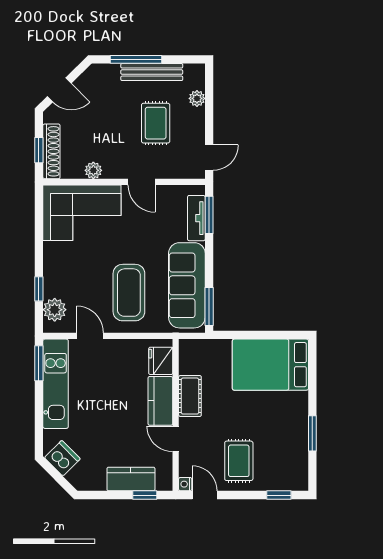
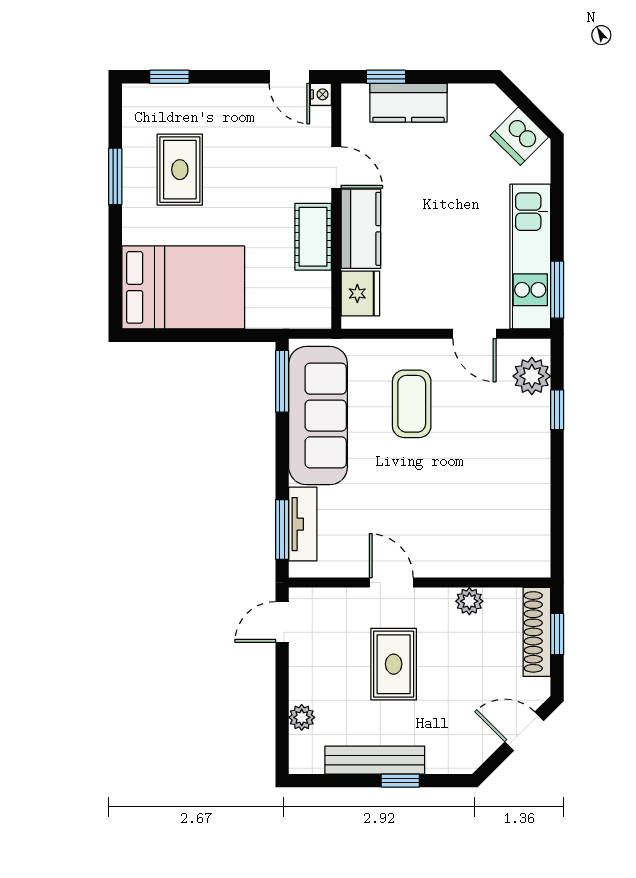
window: (136, 59) -> (400, 781), width x0.46
rug: (156, 123) -> (394, 664), moved
corner sofa: (82, 213) -> (488, 533), removed
coffee table: (129, 293) -> (412, 404), width x0.73, depth x0.76
rug: (239, 461) -> (180, 170), moved

